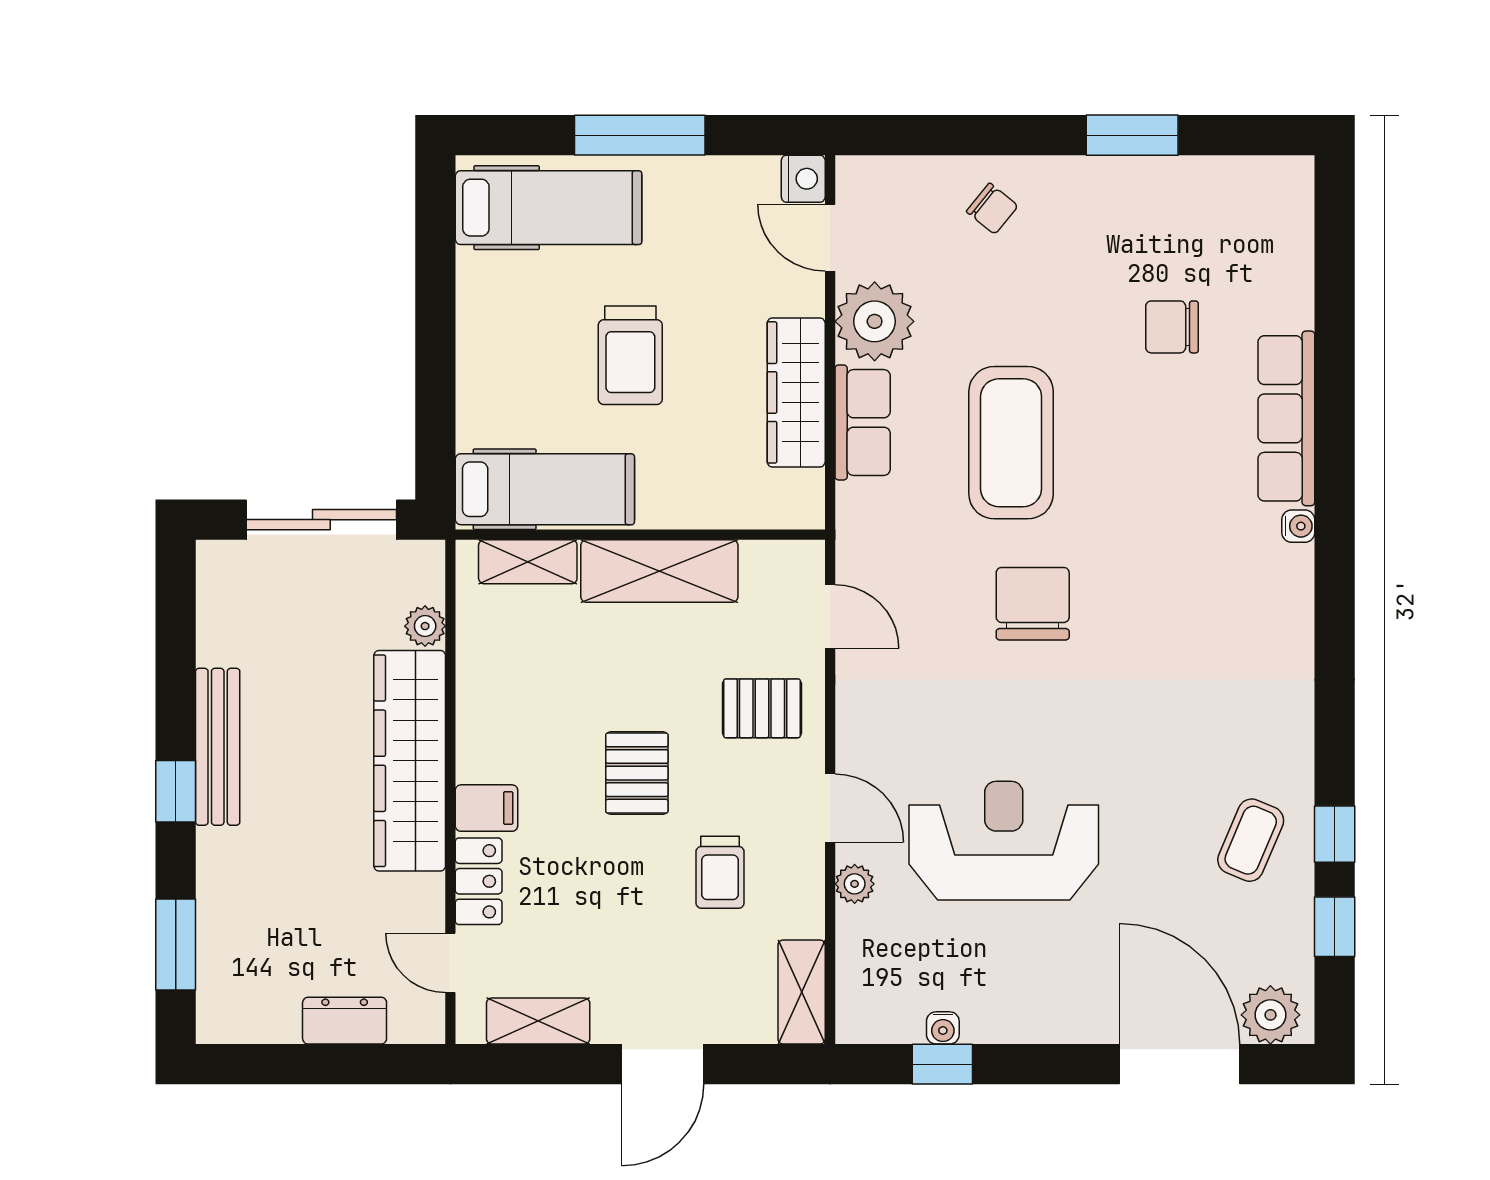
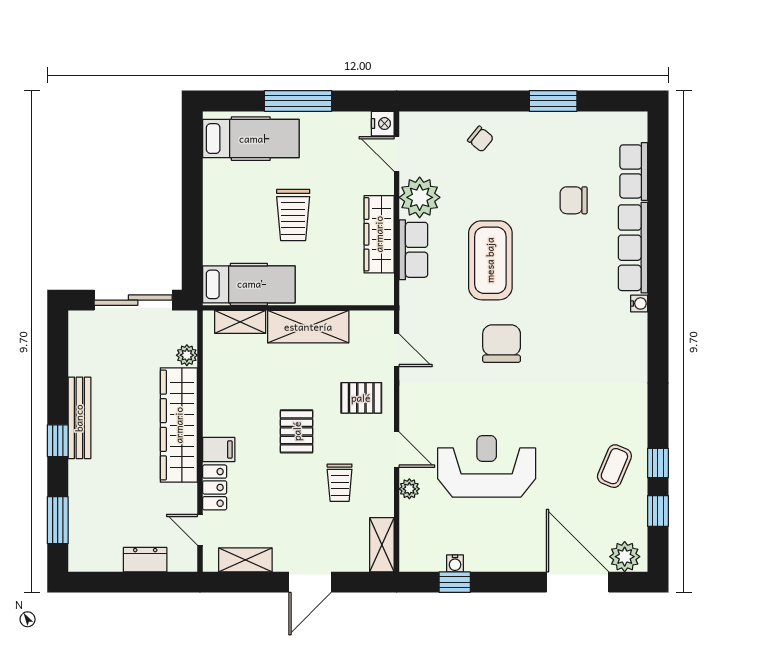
row of seats: (1288, 271) -> (634, 171), added

